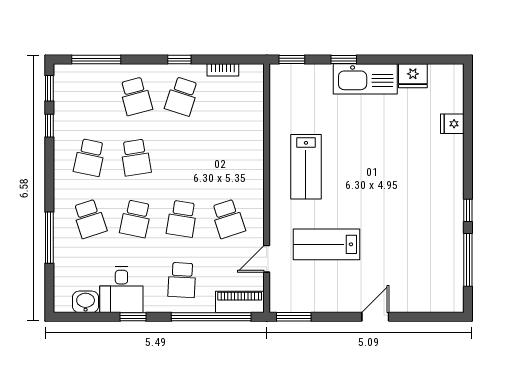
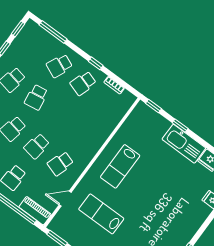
school desk: (136, 96) -> (59, 66), turned 39
school desk: (228, 219) -> (60, 164), turned 36

